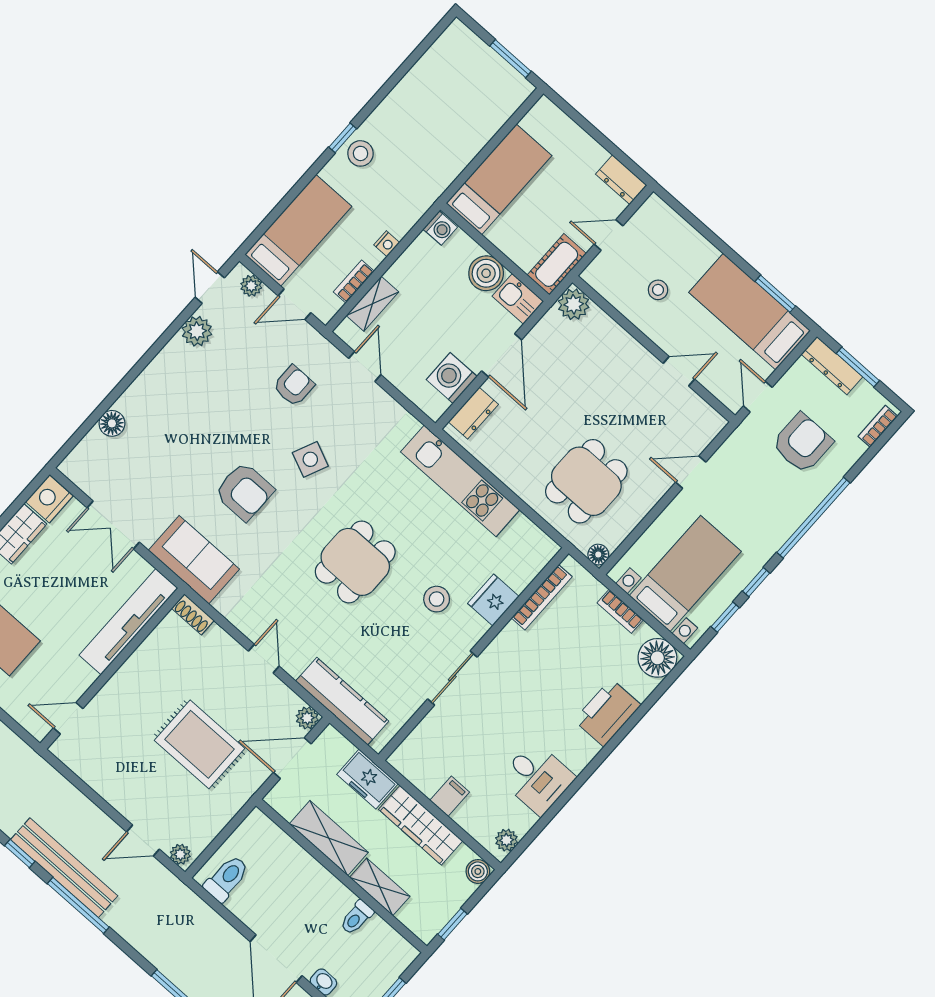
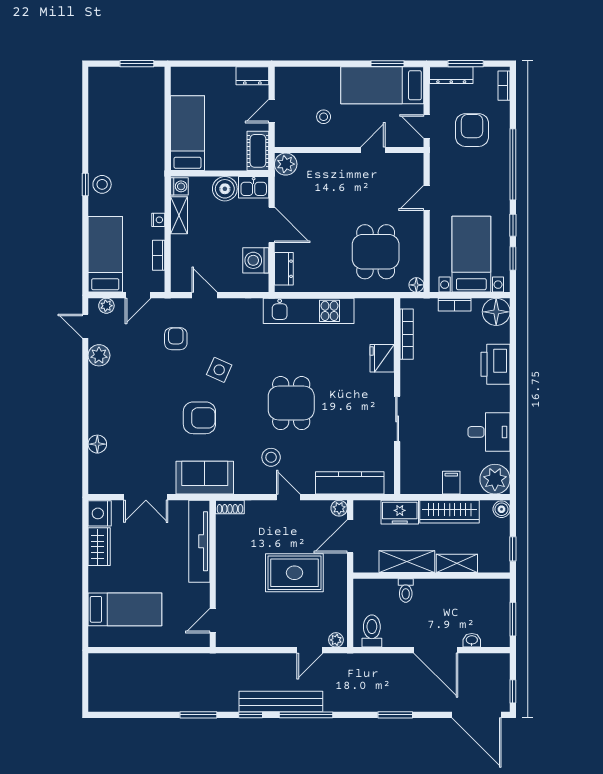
shelving: (372, 304) -> (179, 215), moved
stool: (437, 599) -> (271, 457), moved
plant: (506, 840) -> (495, 479), width x1.88, depth x1.88
toilet: (357, 917) -> (406, 591), moved

